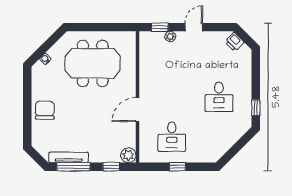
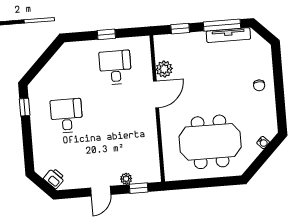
chair: (45, 110) -> (259, 85), width x0.54, depth x0.54
plant: (128, 155) -> (164, 69), moved

